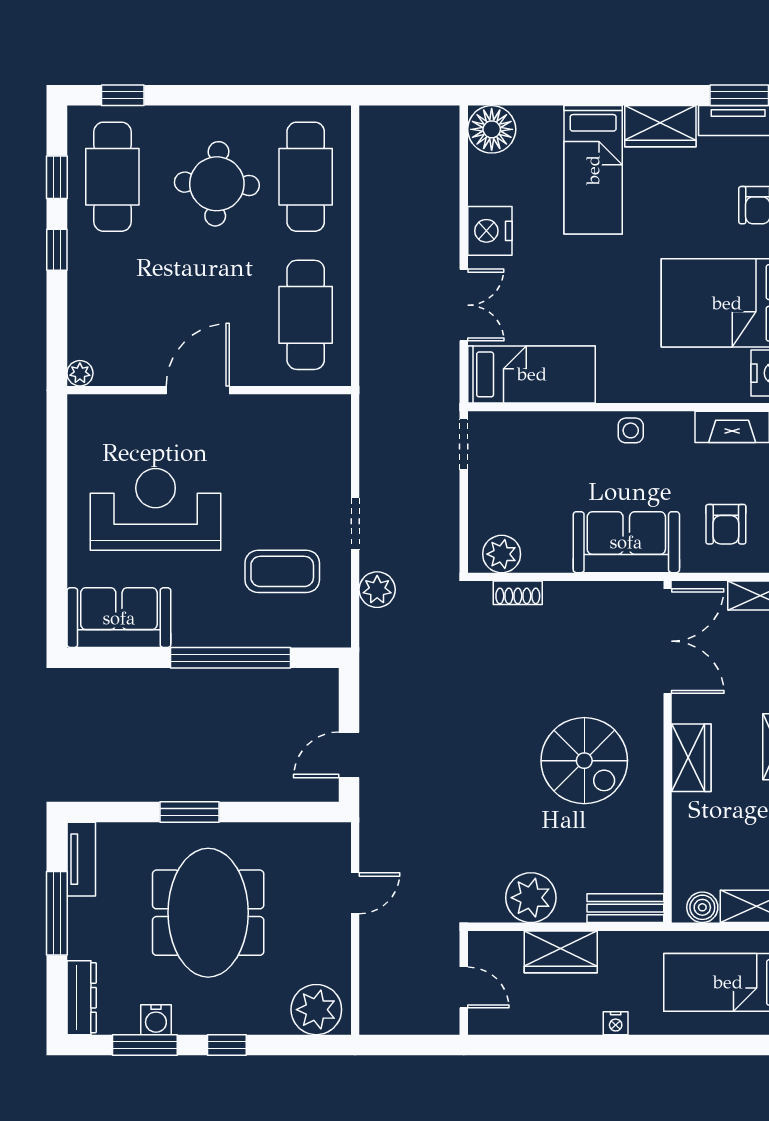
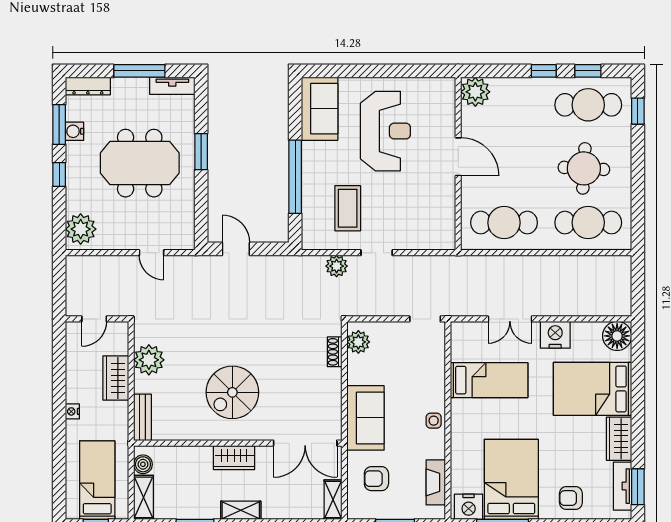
bed: (593, 170) -> (592, 389), width x1.50
plant: (80, 373) -> (475, 92), width x1.88, depth x1.88
bed: (532, 374) -> (489, 380), moved, turned -90

